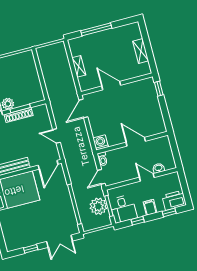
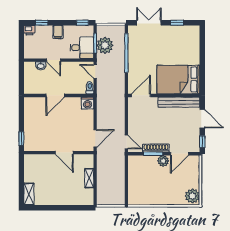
window: (96, 29) -> (64, 208), removed
shelving: (141, 51) -> (29, 194), moved
door: (56, 136) -> (126, 142), moved
door: (136, 142) -> (55, 95), hinge flipped
door: (101, 177) -> (95, 71), swing flipped
printer: (174, 200) -> (29, 30), width x0.53, depth x0.68
desk: (123, 209) -> (82, 48), moved, turned 90
window: (138, 221) -> (82, 23), moved

